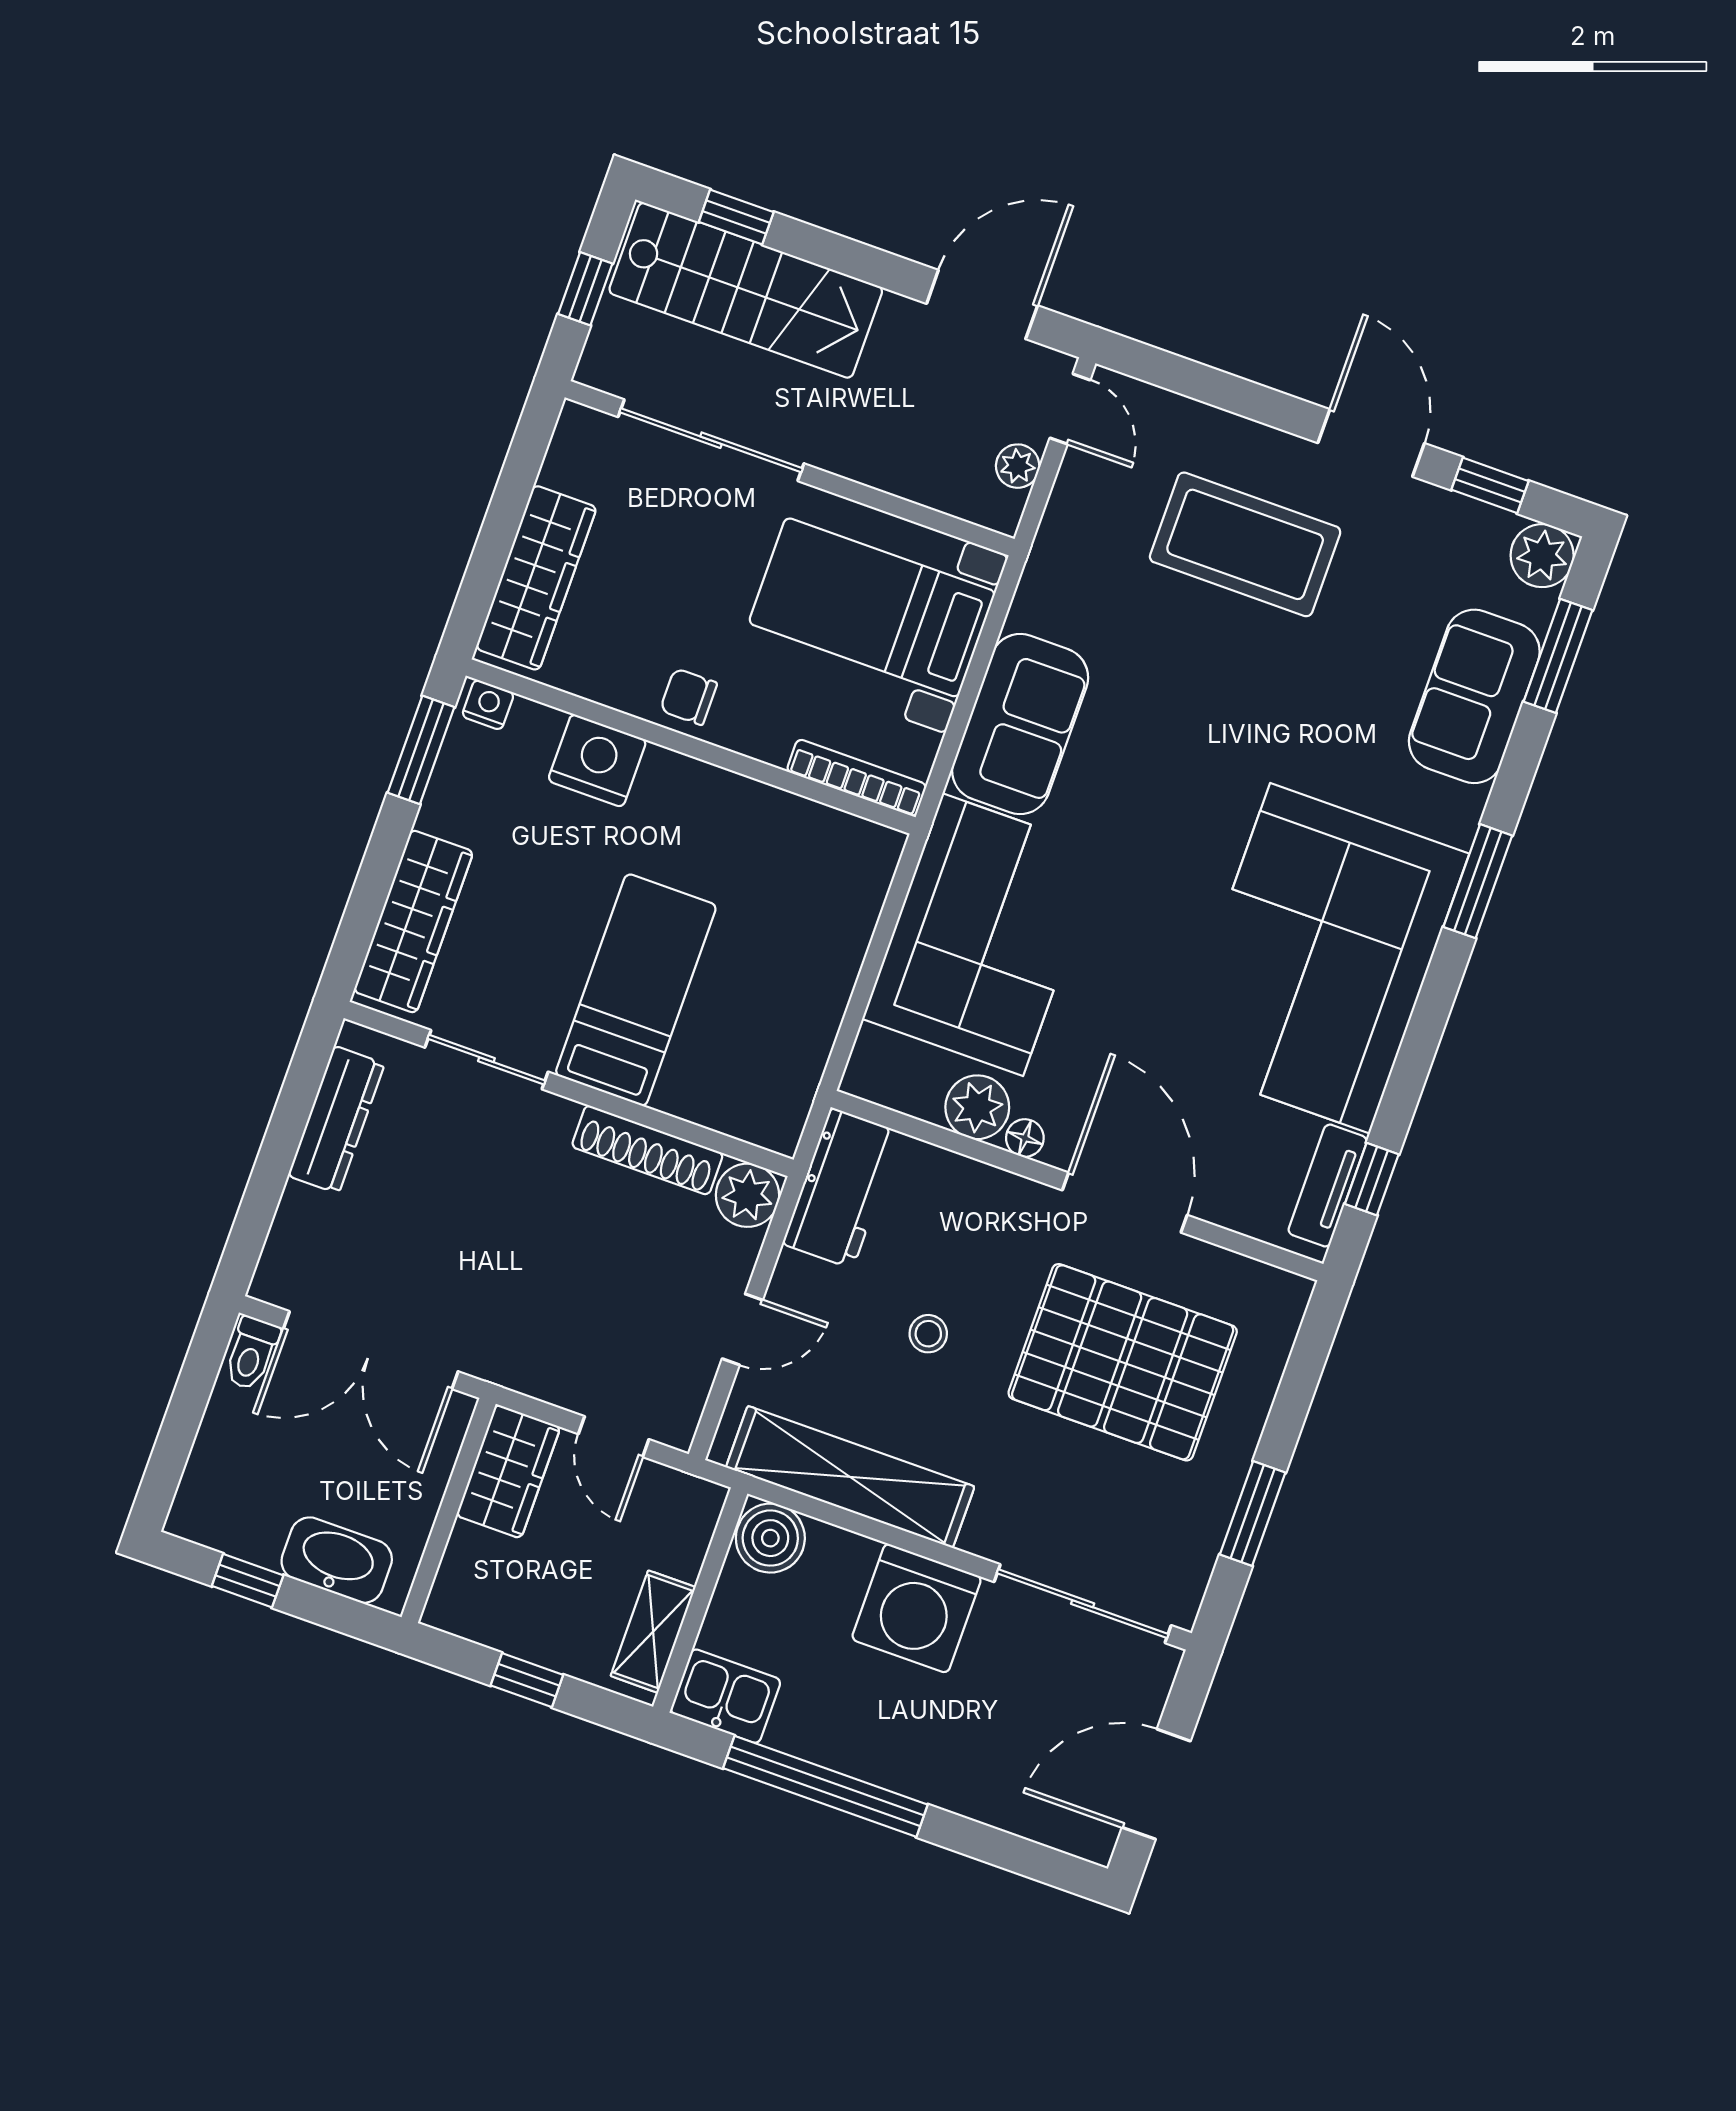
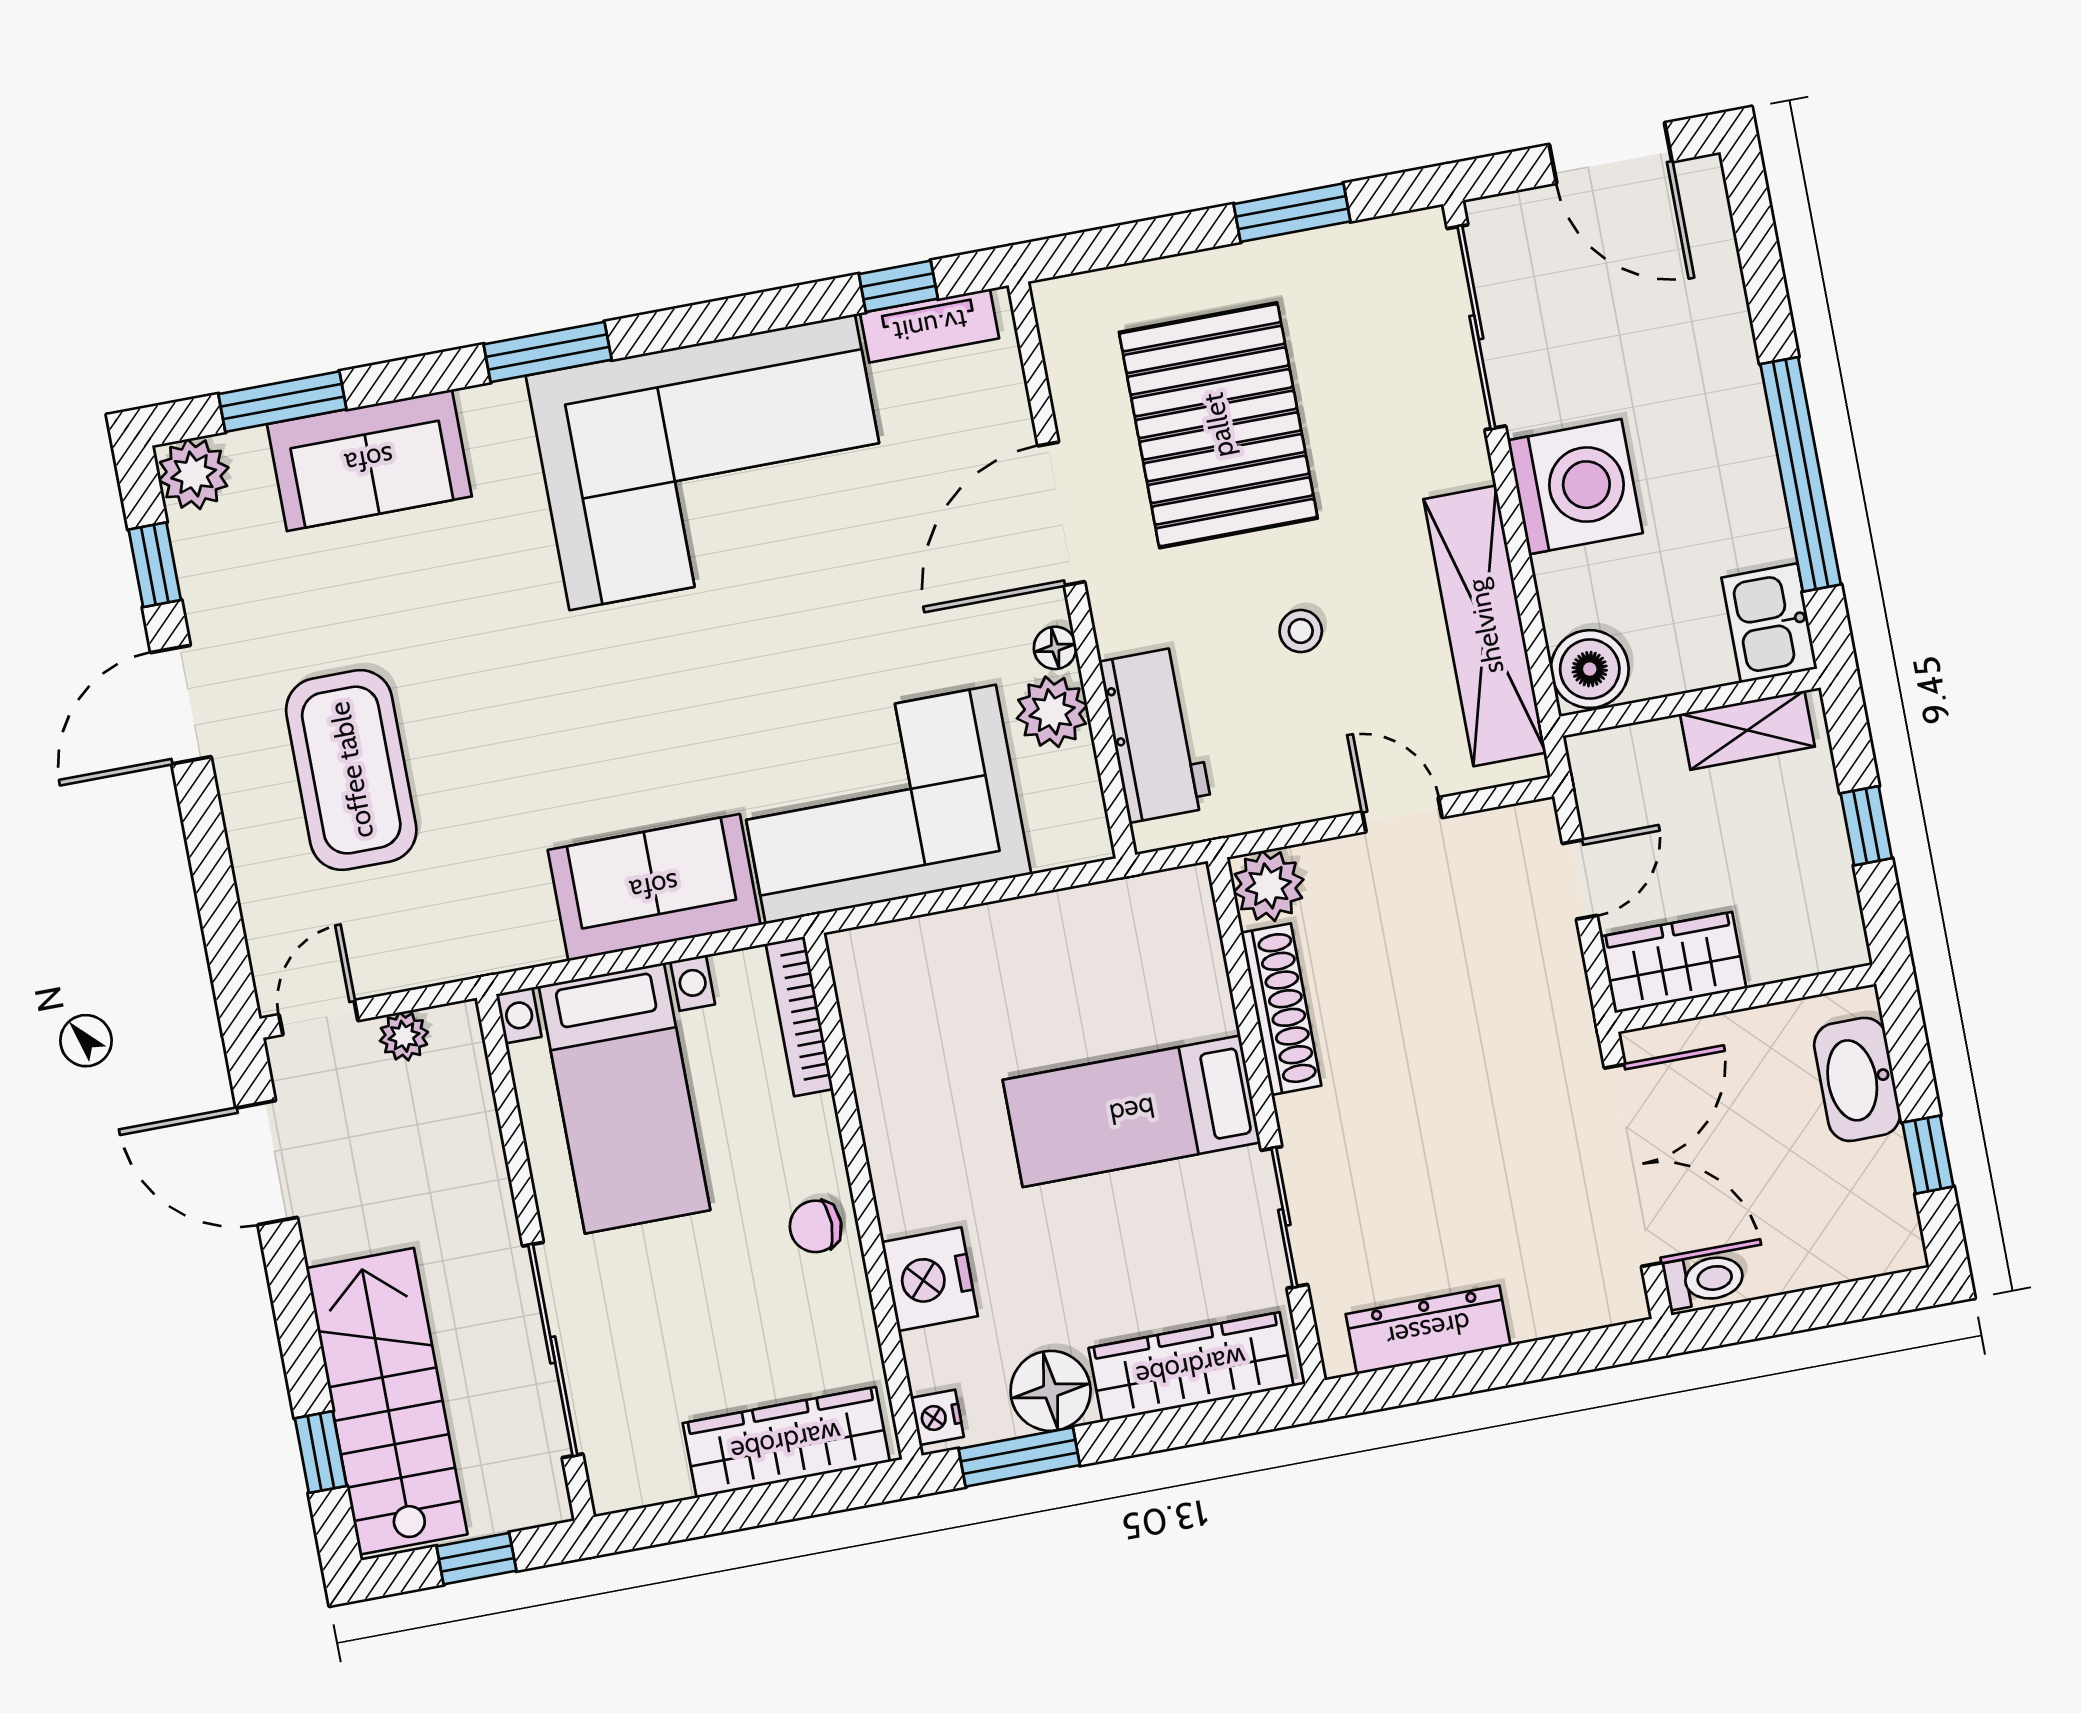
chair: (689, 697) -> (816, 1226), turned 90
floor lamp: (458, 803) -> (1051, 1391), added
workbench: (842, 1188) -> (1156, 734), moved, turned 90

